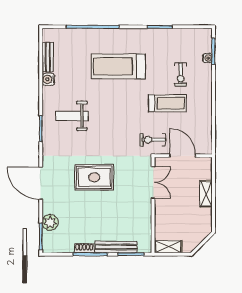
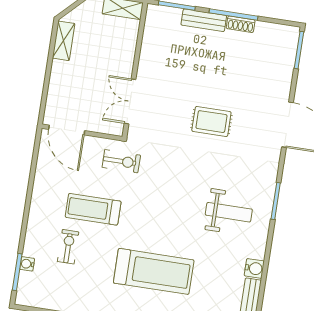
door: (183, 156) -> (67, 130), moved
rug: (94, 177) -> (211, 122), width x0.73, depth x0.70
shelving: (206, 194) -> (64, 41), moved
plant: (50, 222) -> (283, 68), removed
bench: (116, 247) -> (204, 20), width x0.73

